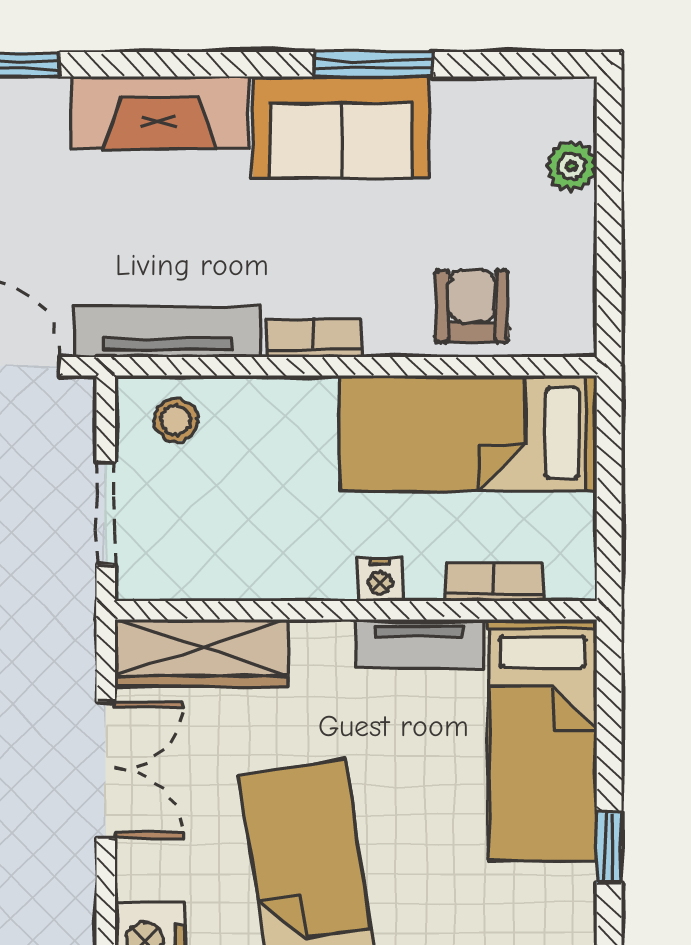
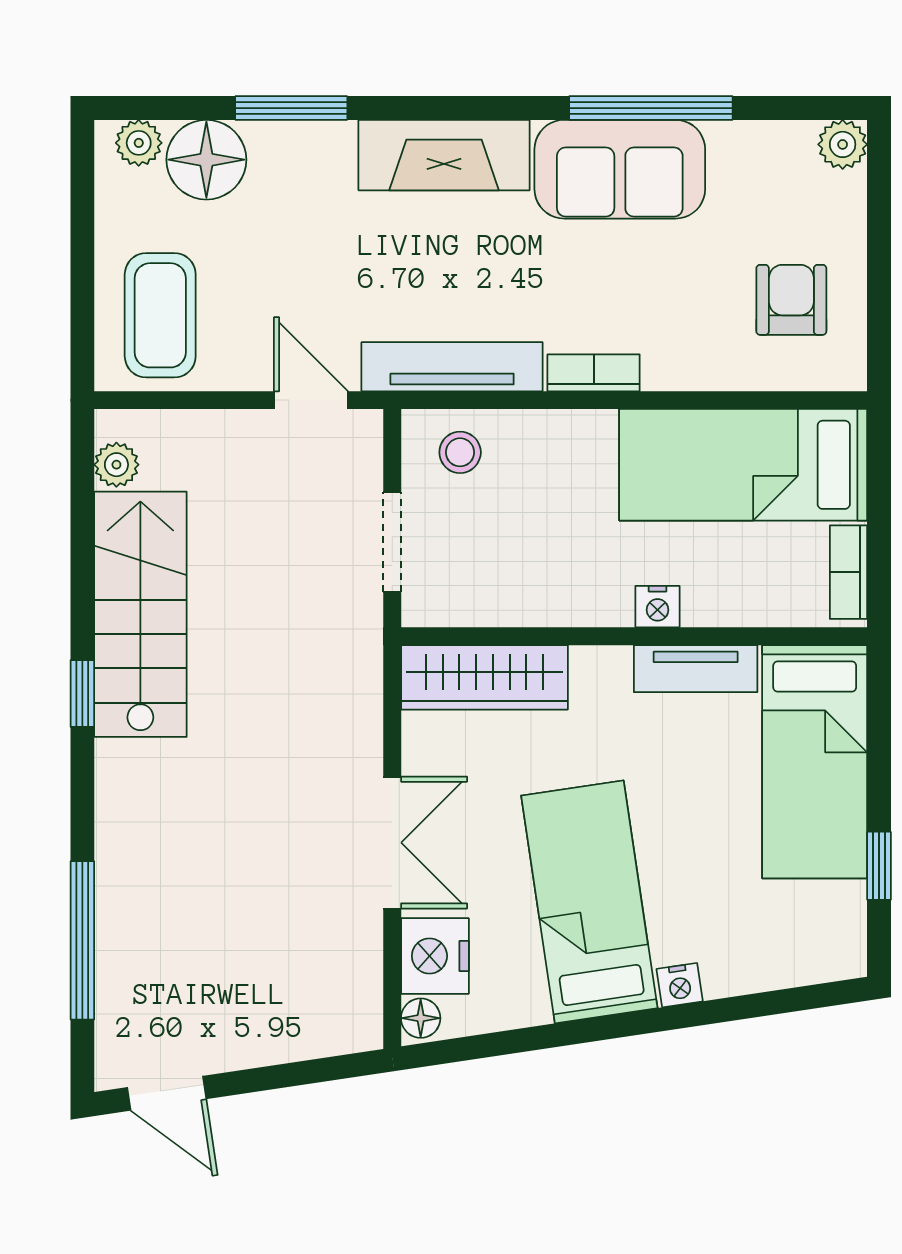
window: (373, 64) -> (651, 108), width x1.44
plant: (571, 166) -> (843, 144), moved
armchair: (472, 306) -> (791, 300), moved
bookcase: (495, 582) -> (848, 572), moved, turned -90
double door: (106, 770) -> (392, 843), moved

